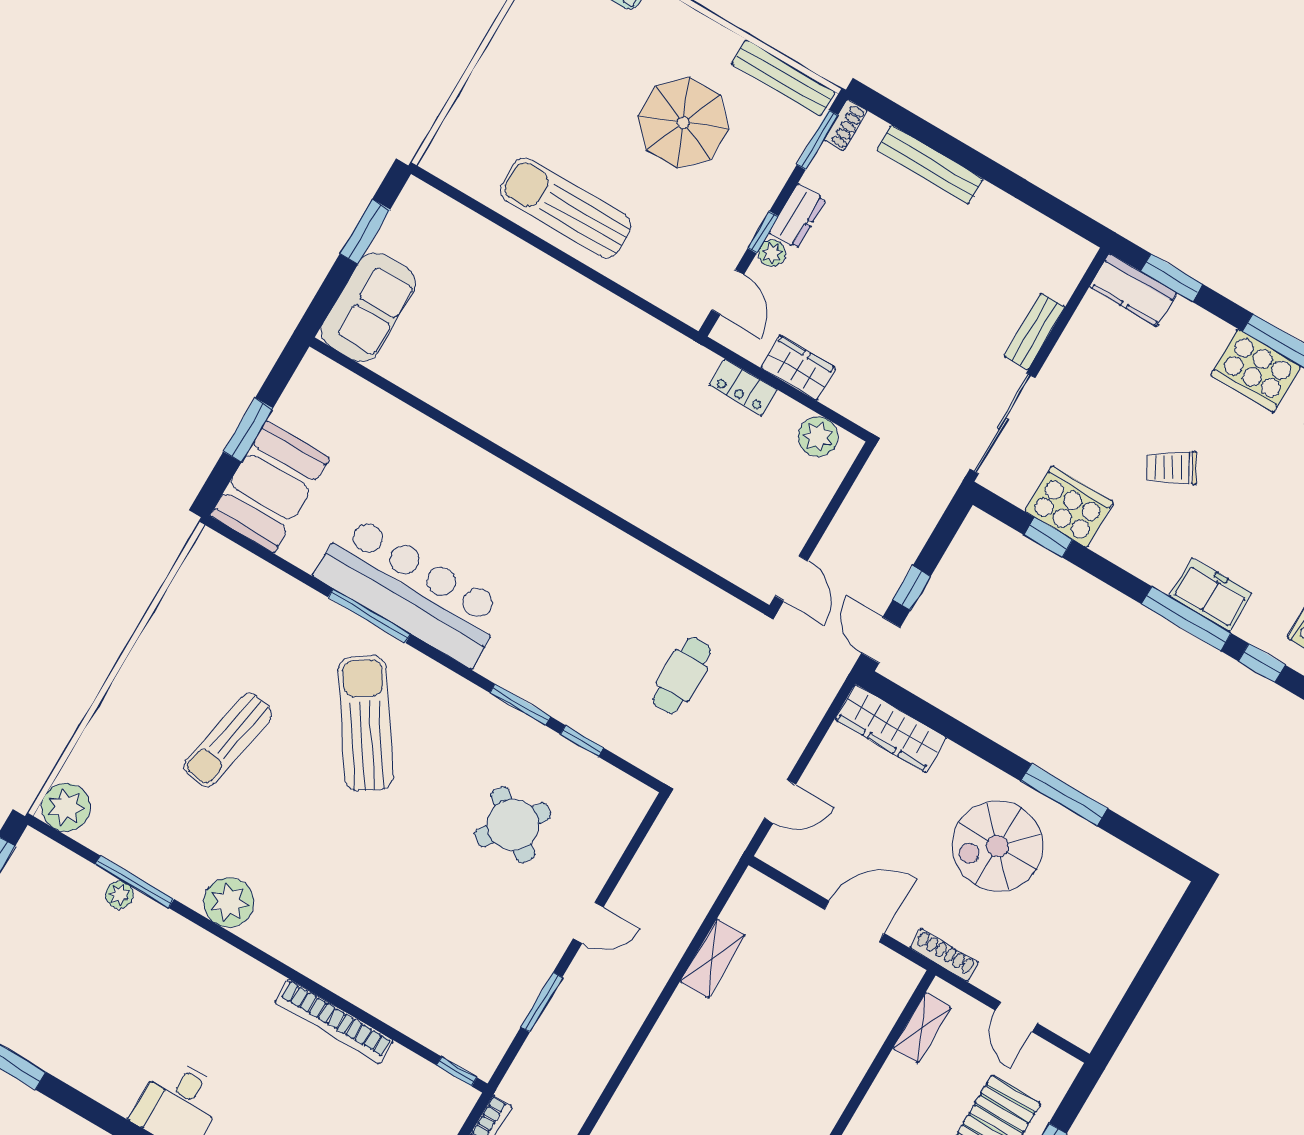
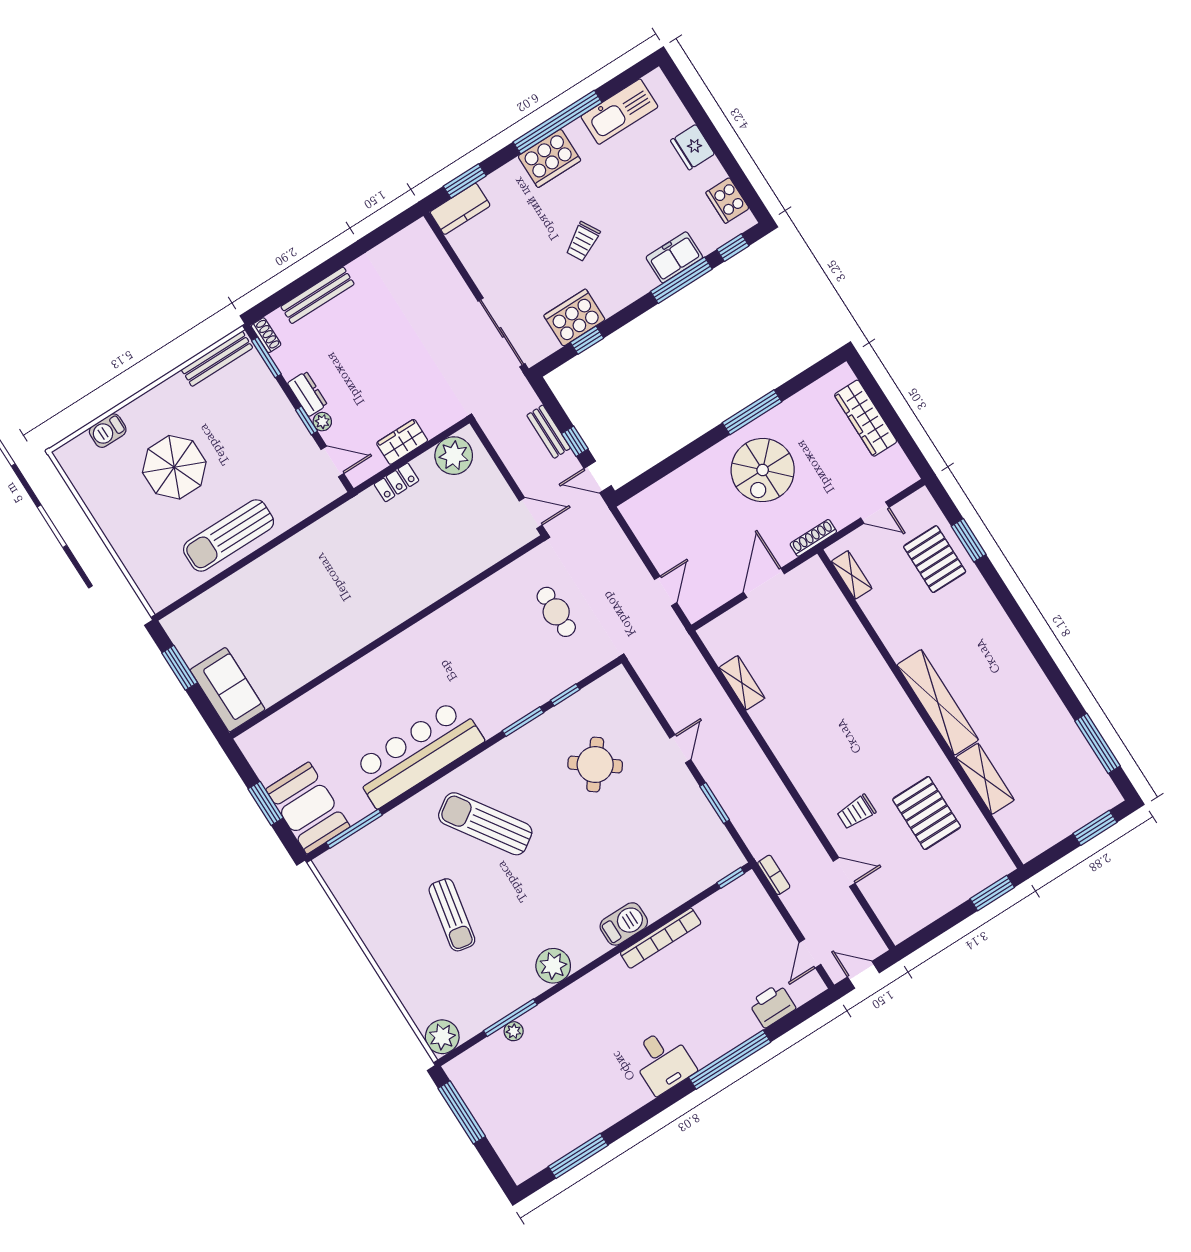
parasol: (683, 123) -> (174, 467), moved
bench: (1034, 331) -> (549, 432), moved
plant: (818, 437) -> (454, 456), width x1.36, depth x1.36
window: (369, 616) -> (354, 829), moved
wardrobe: (890, 728) -> (866, 418), moved, turned 90
barbecue: (328, 965) -> (624, 924), added

